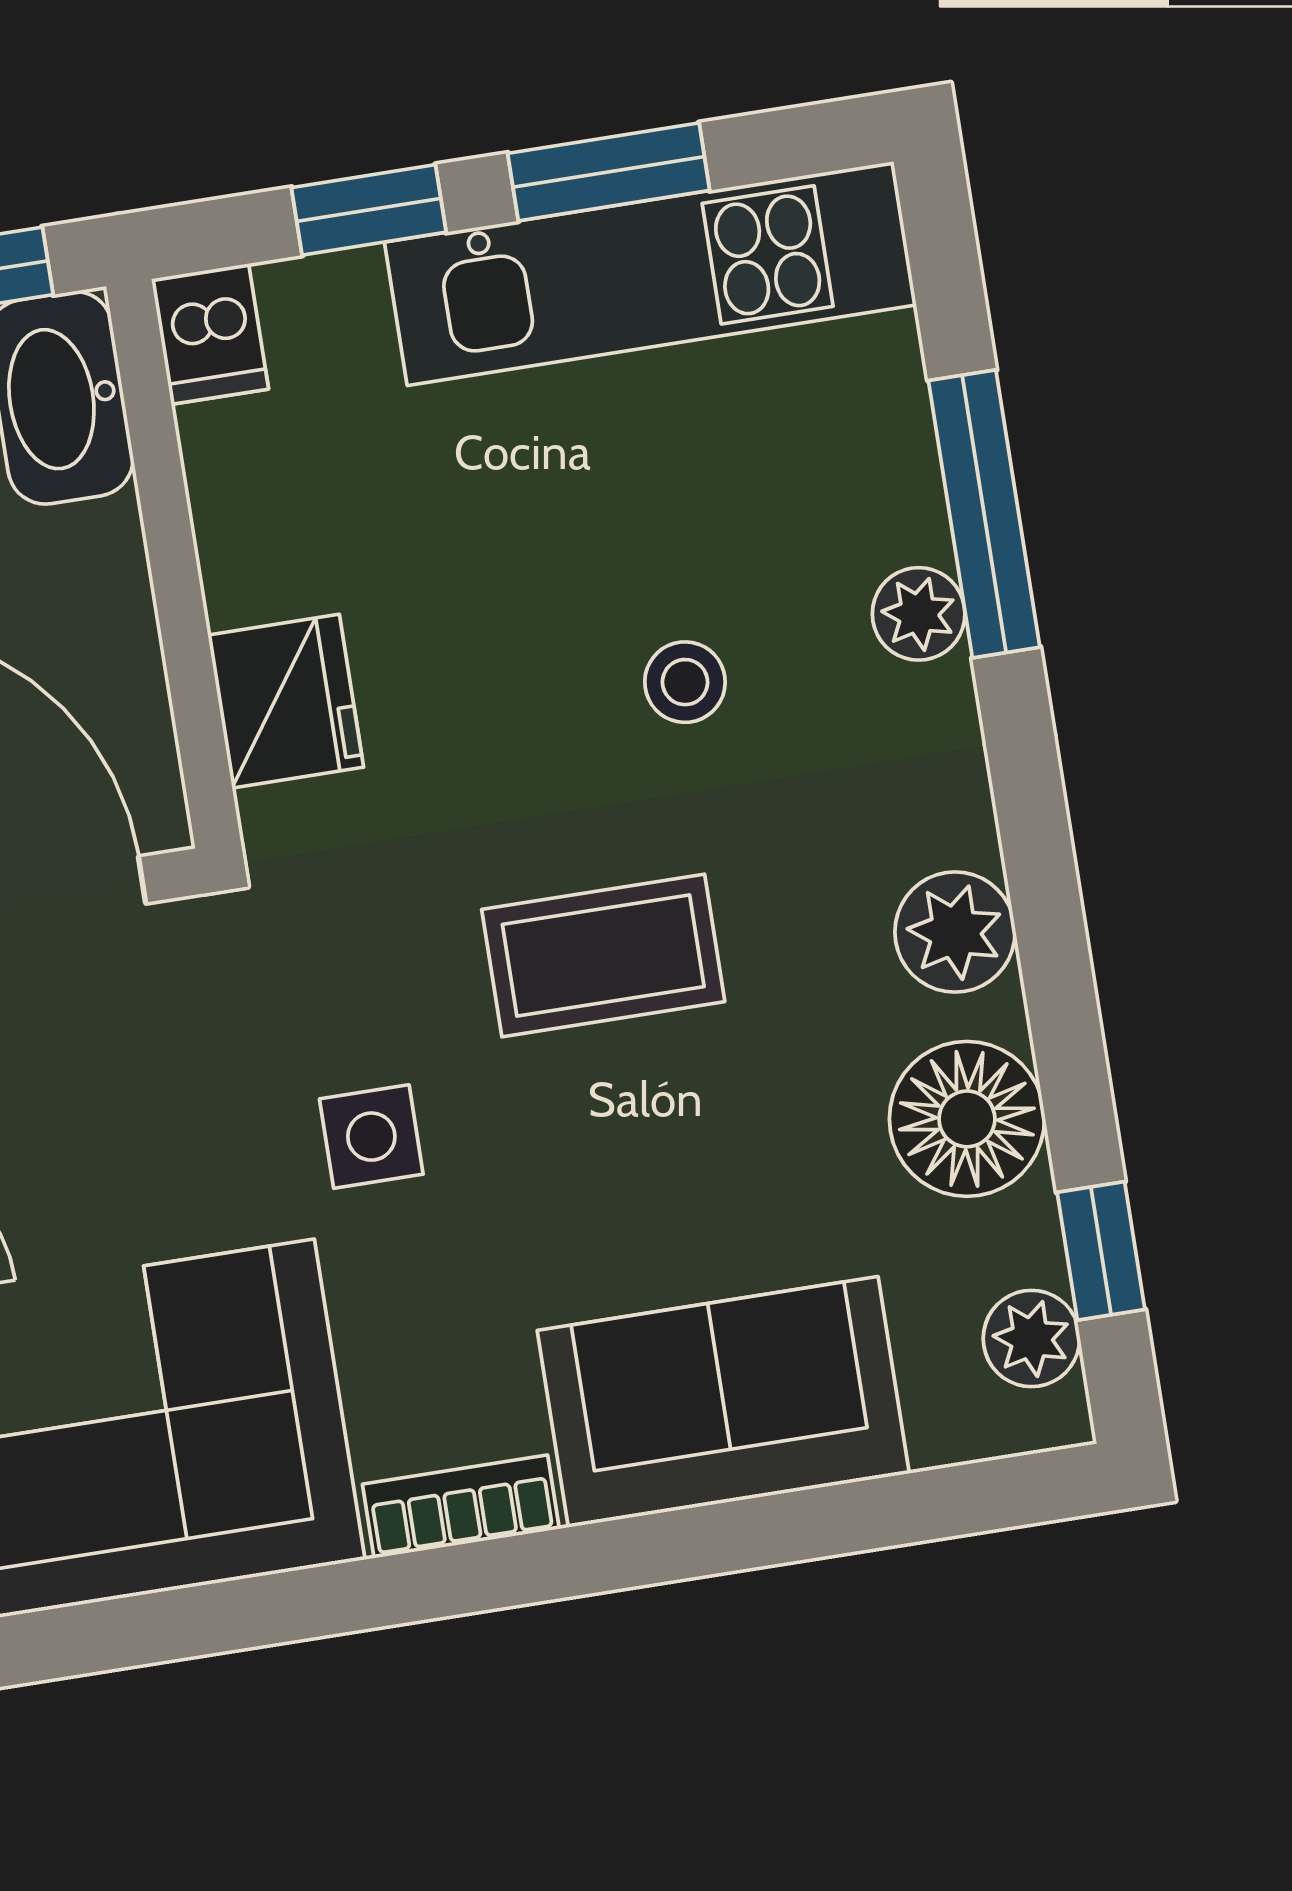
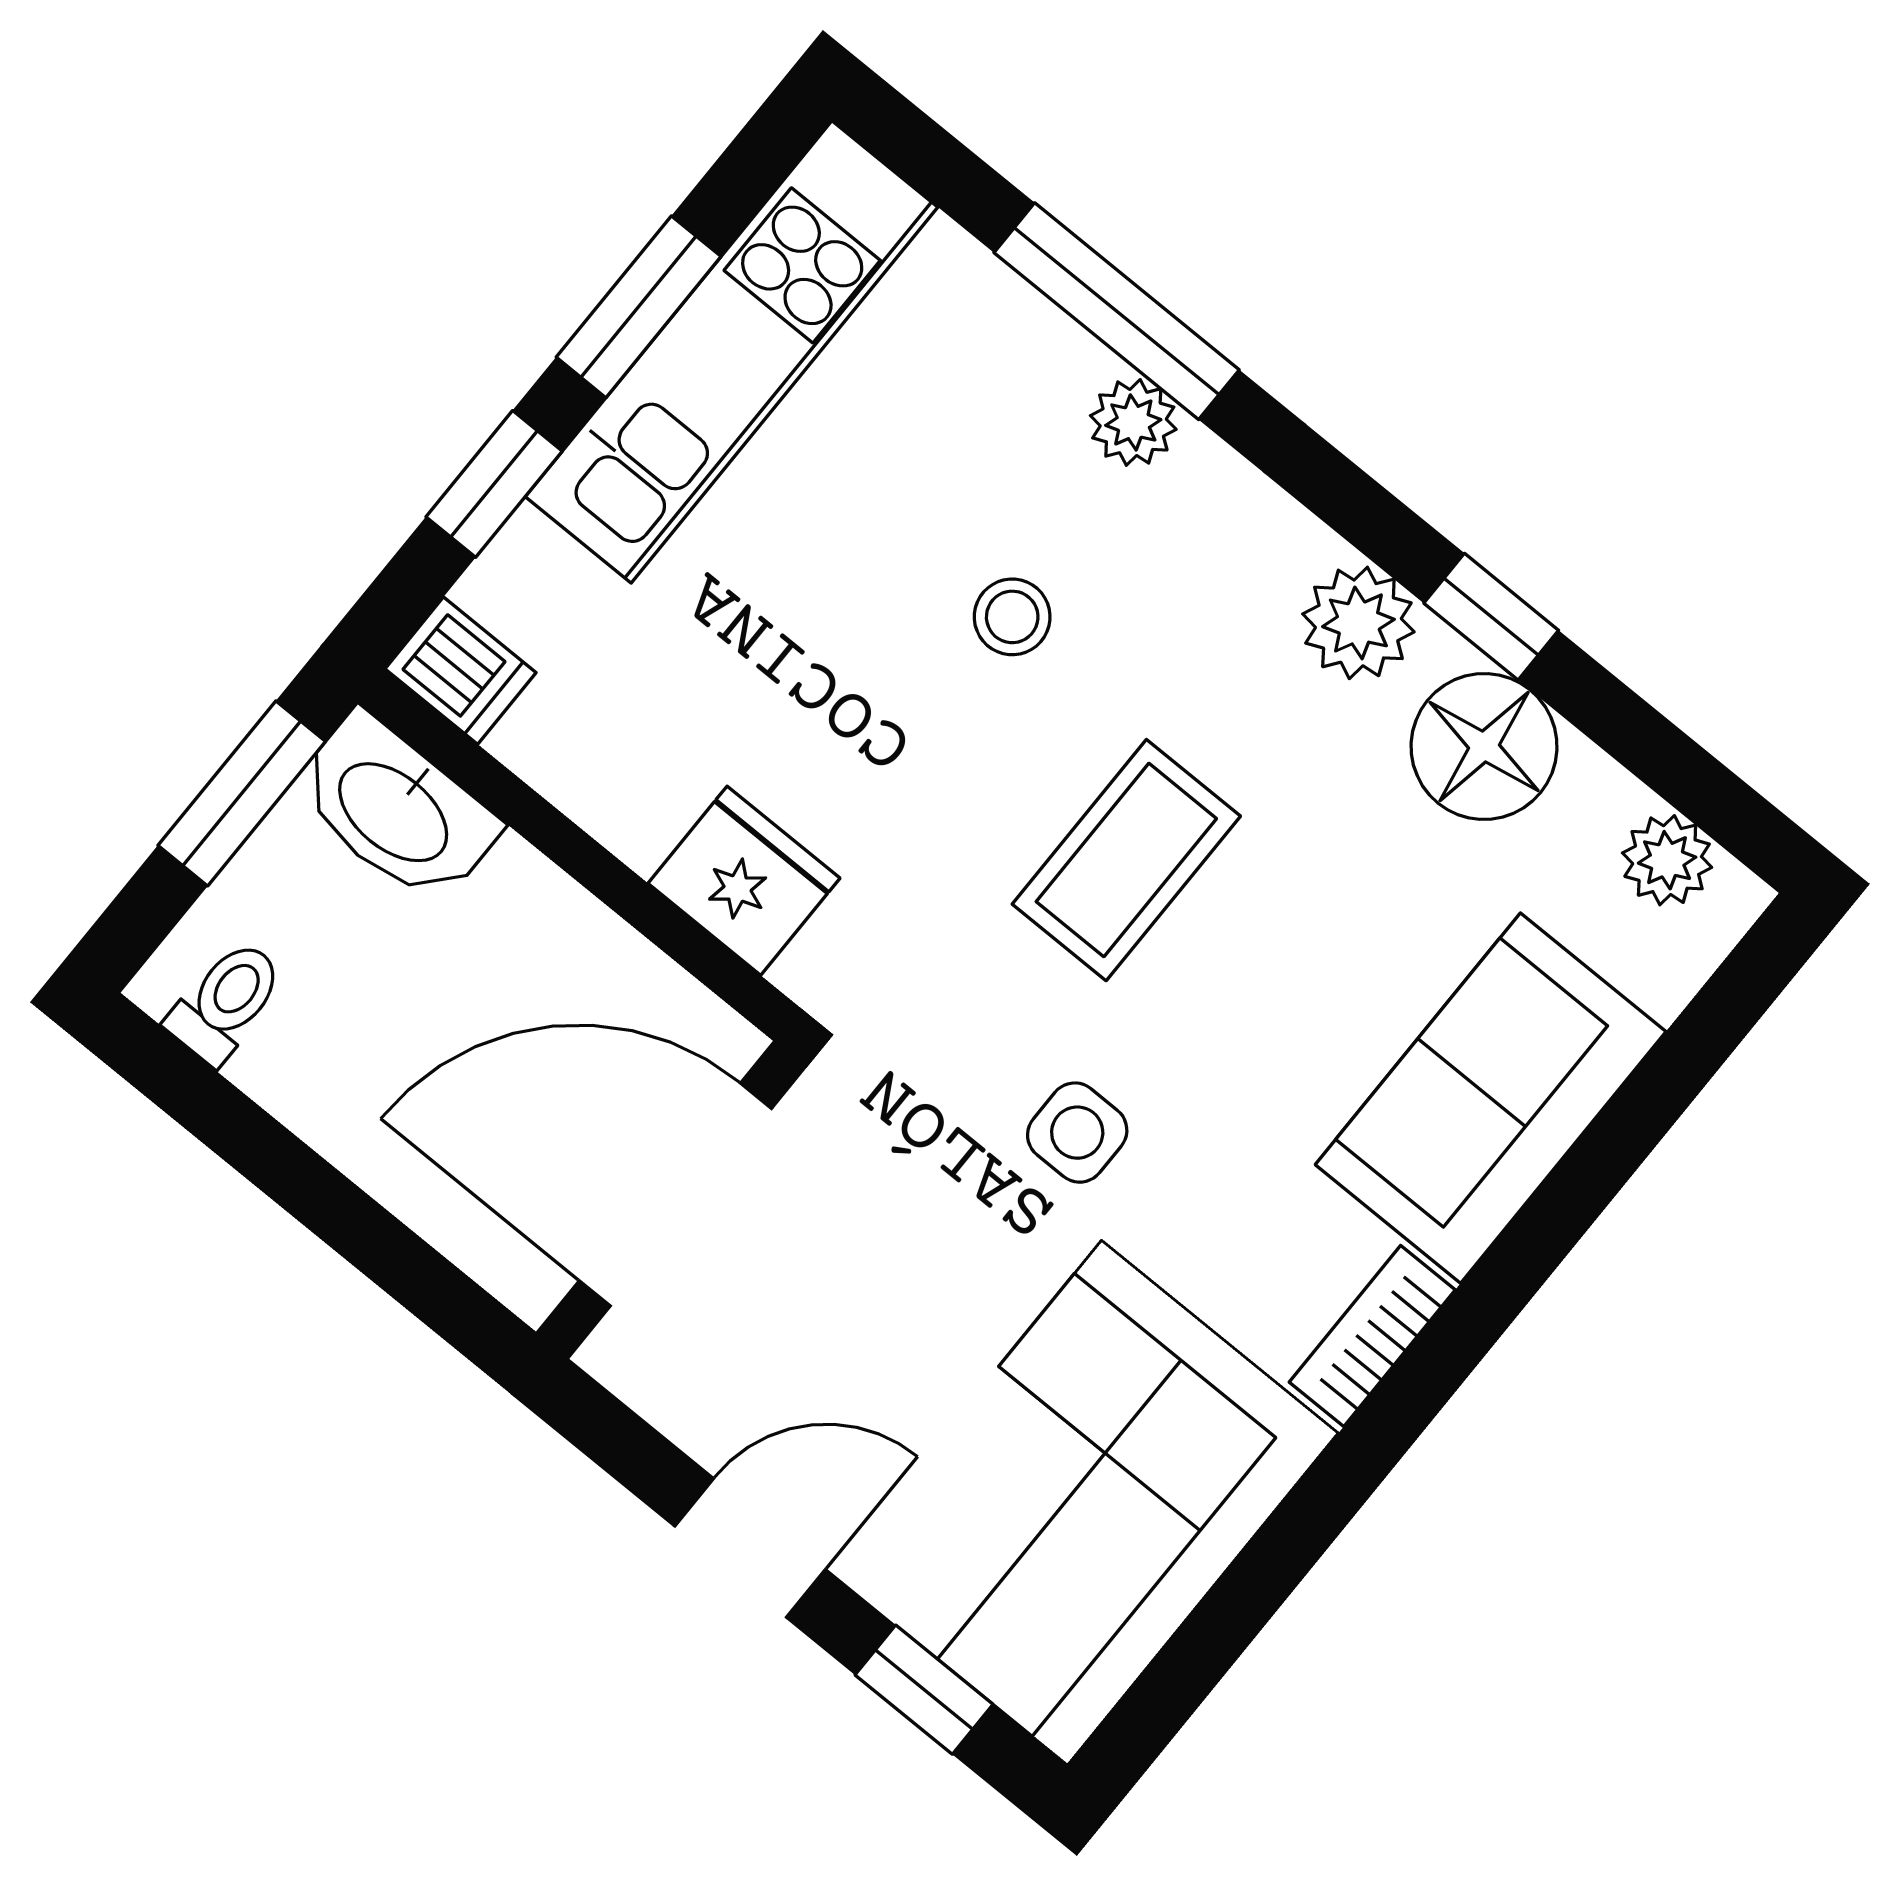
window: (1101, 1251) -> (1491, 617), moved

